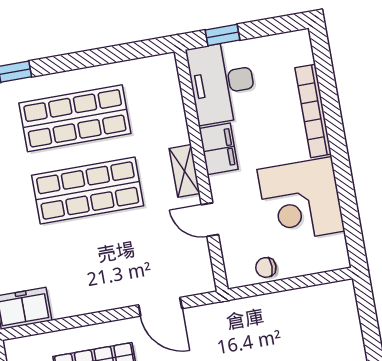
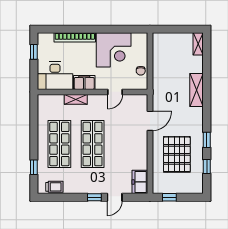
window: (223, 35) -> (34, 52), moved
shelving: (185, 171) -> (76, 99), moved

